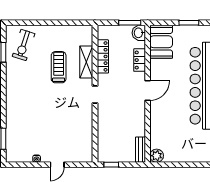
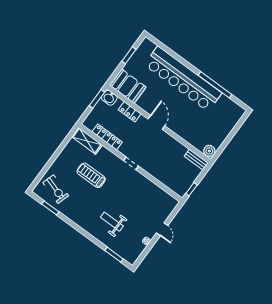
shelving: (86, 62) -> (87, 141), moved
weight bench: (31, 116) -> (112, 222), added

